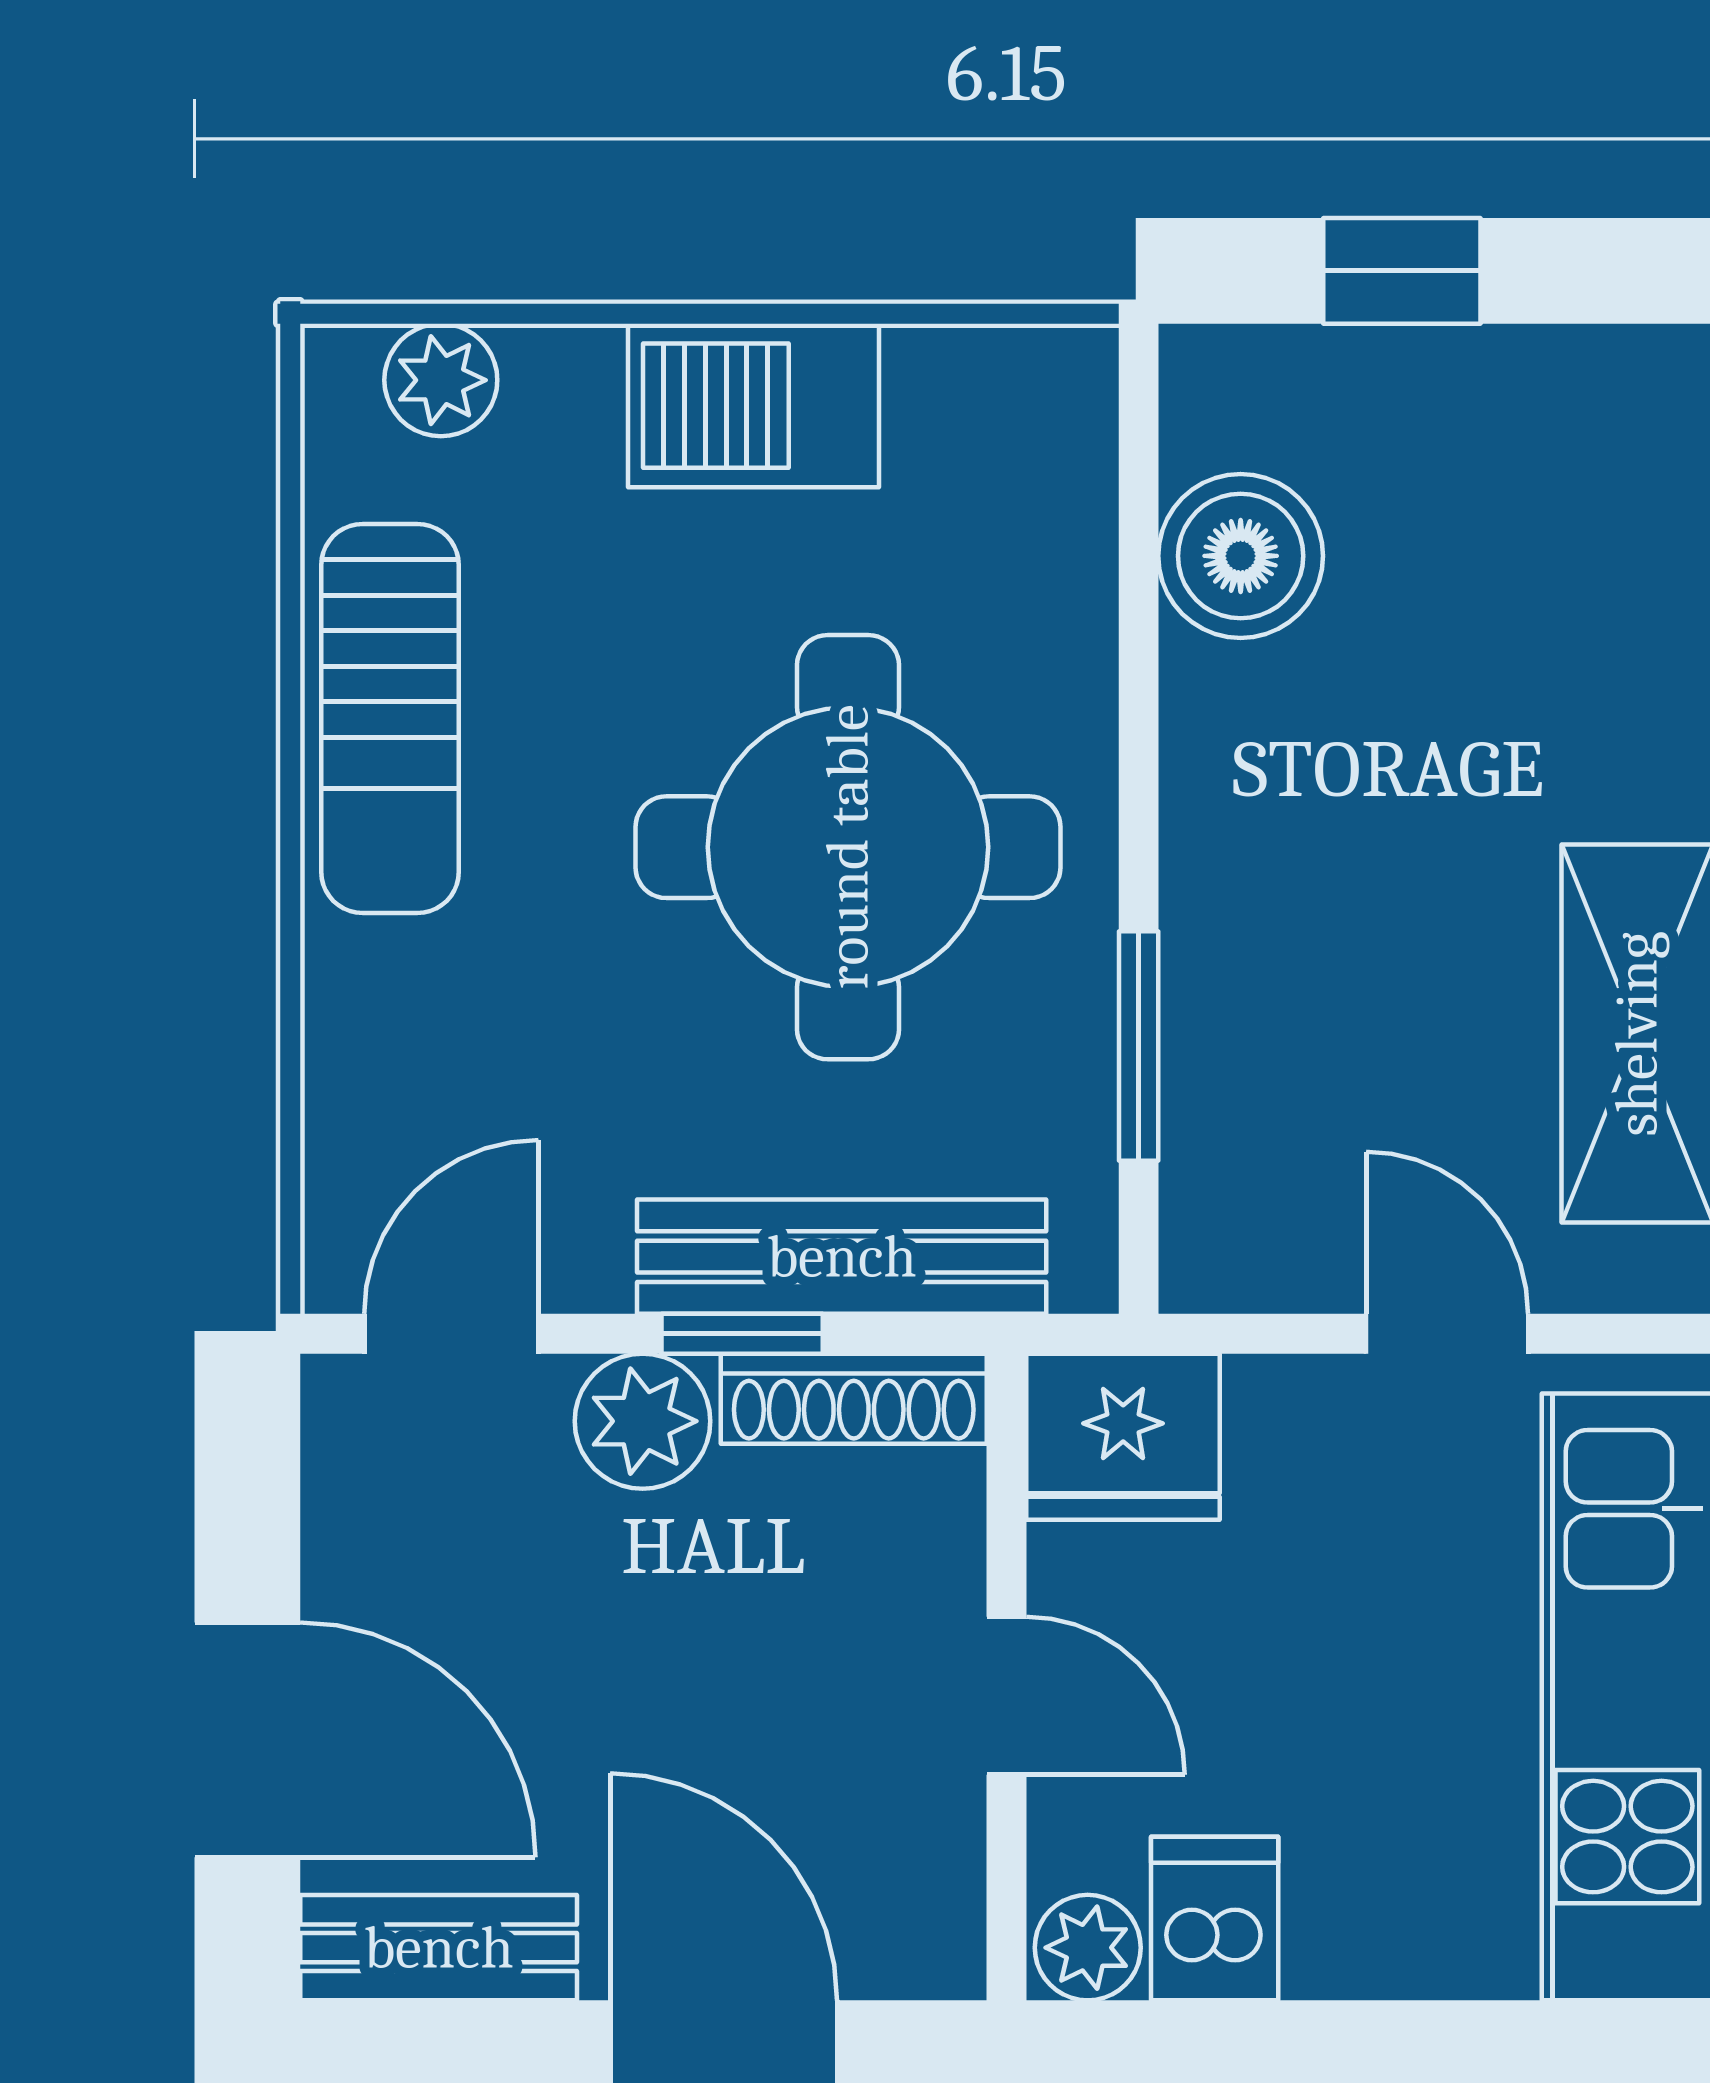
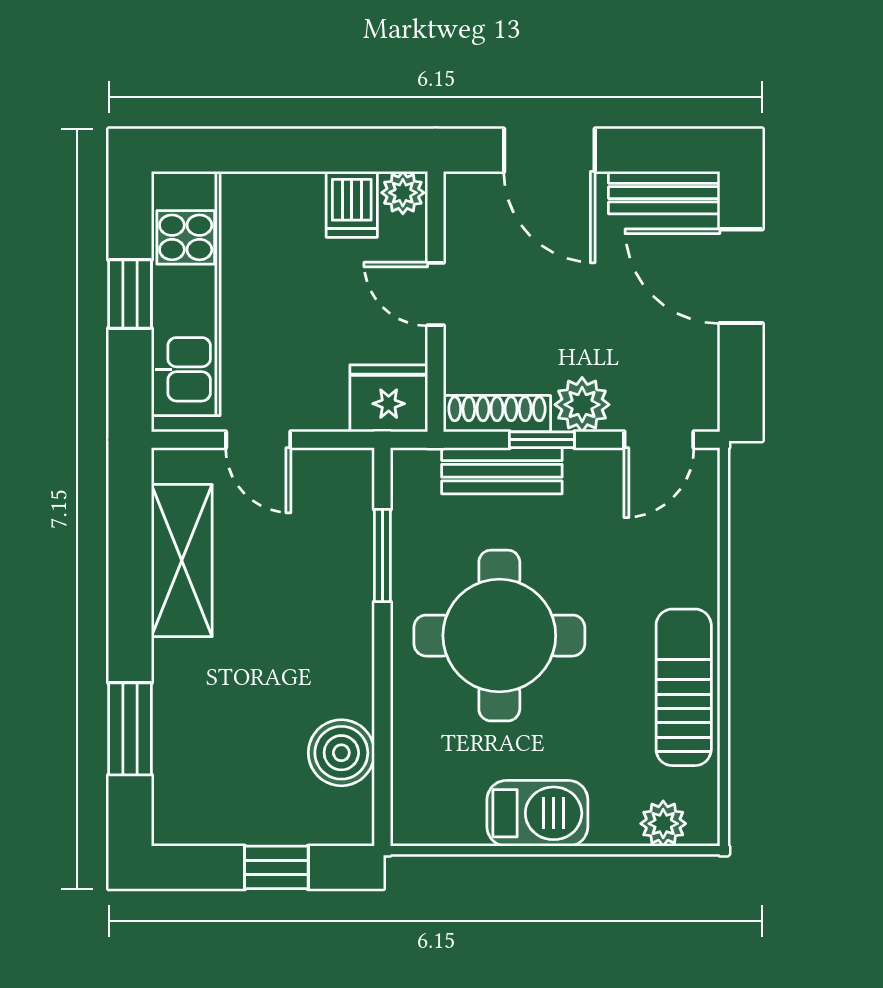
bench: (842, 1257) -> (502, 471), width x0.73

